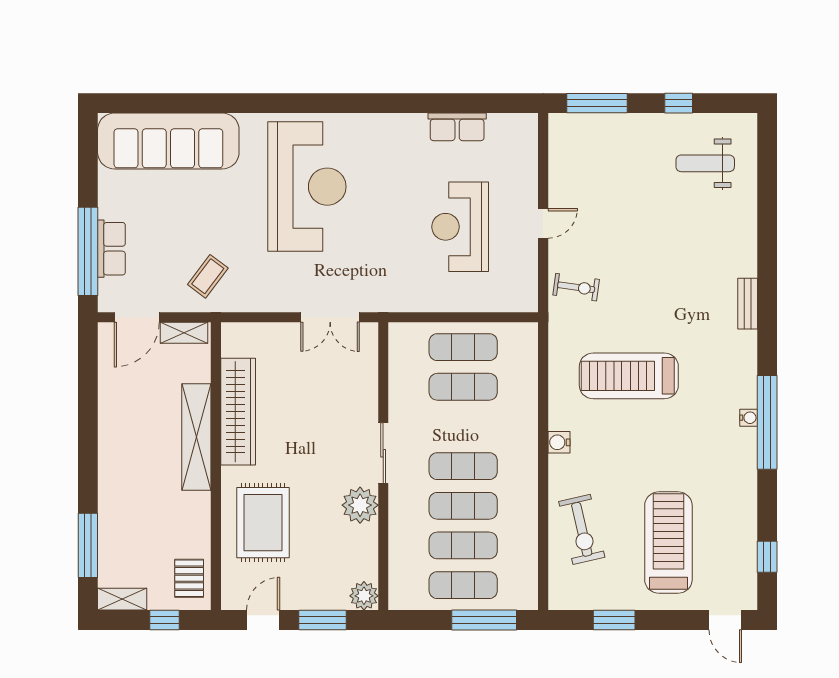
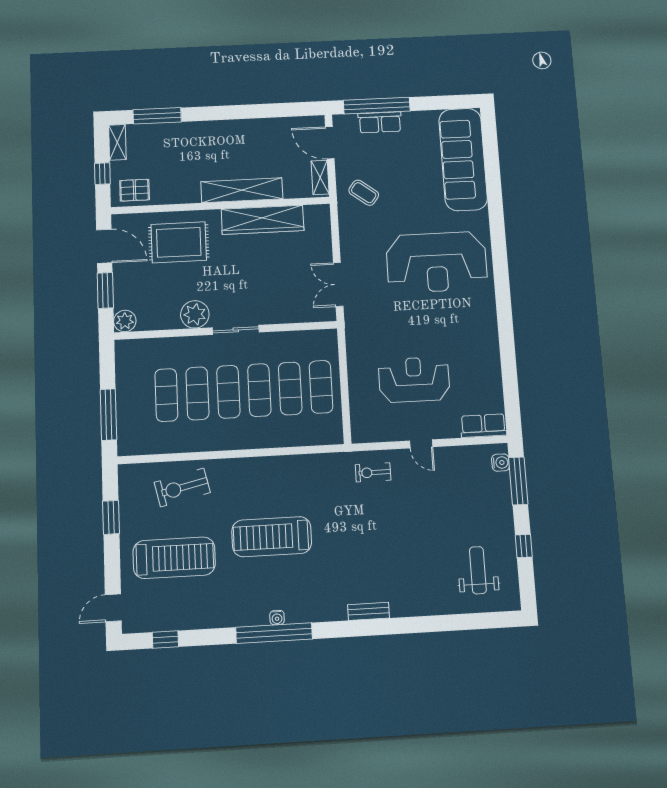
row of seats: (457, 127) -> (483, 426), moved, turned 90
exercise bike: (576, 287) -> (373, 472), turned 82
treadmill: (629, 376) -> (272, 537), moved, turned -90
water cooler: (559, 442) -> (501, 463), moved, turned 90
exercise mat: (463, 585) -> (259, 390), moved
door: (263, 620) -> (104, 246), width x1.38

